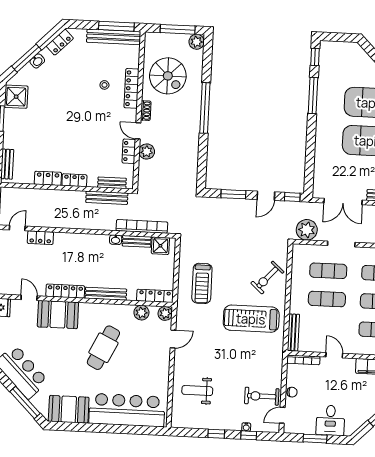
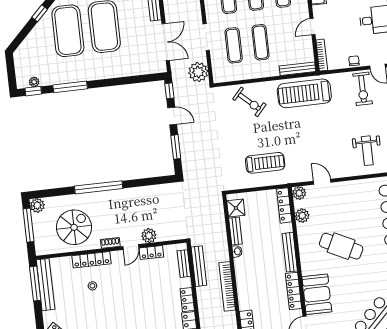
plant: (324, 59) -> (34, 82), added
bookcase: (142, 226) -> (227, 286), moved
treadmill: (251, 319) -> (304, 93), moved, turned 90

